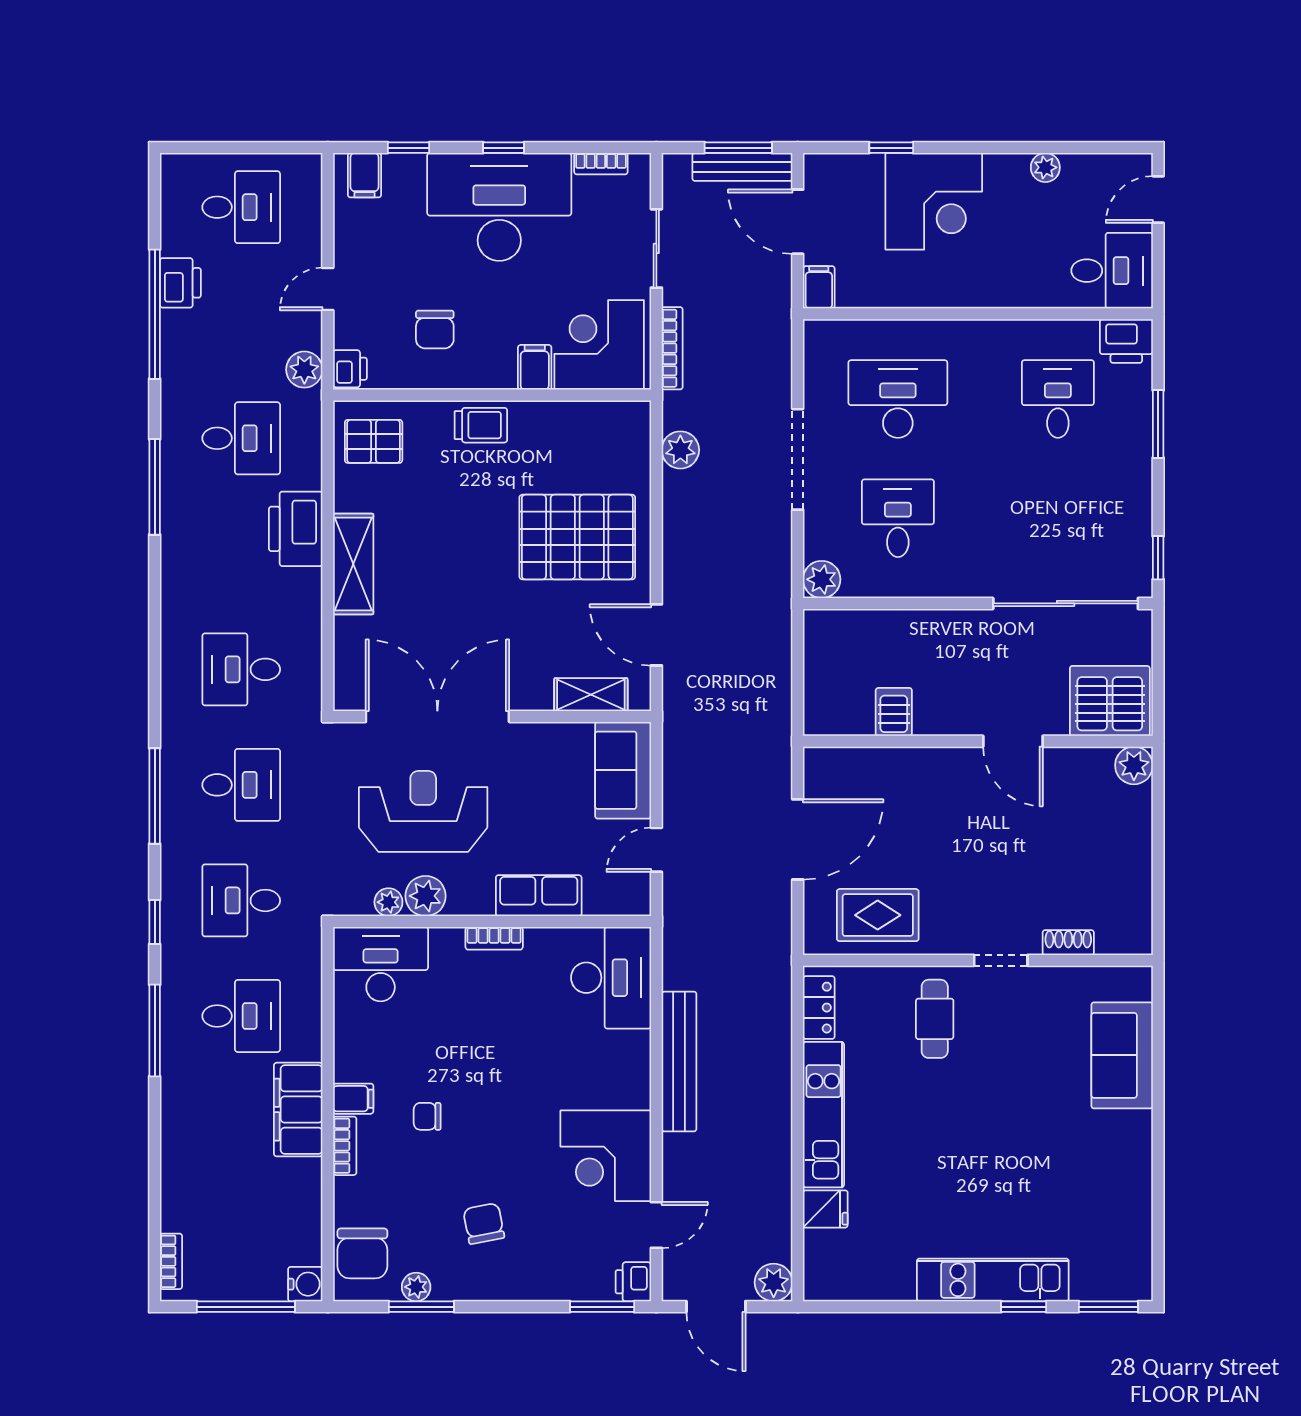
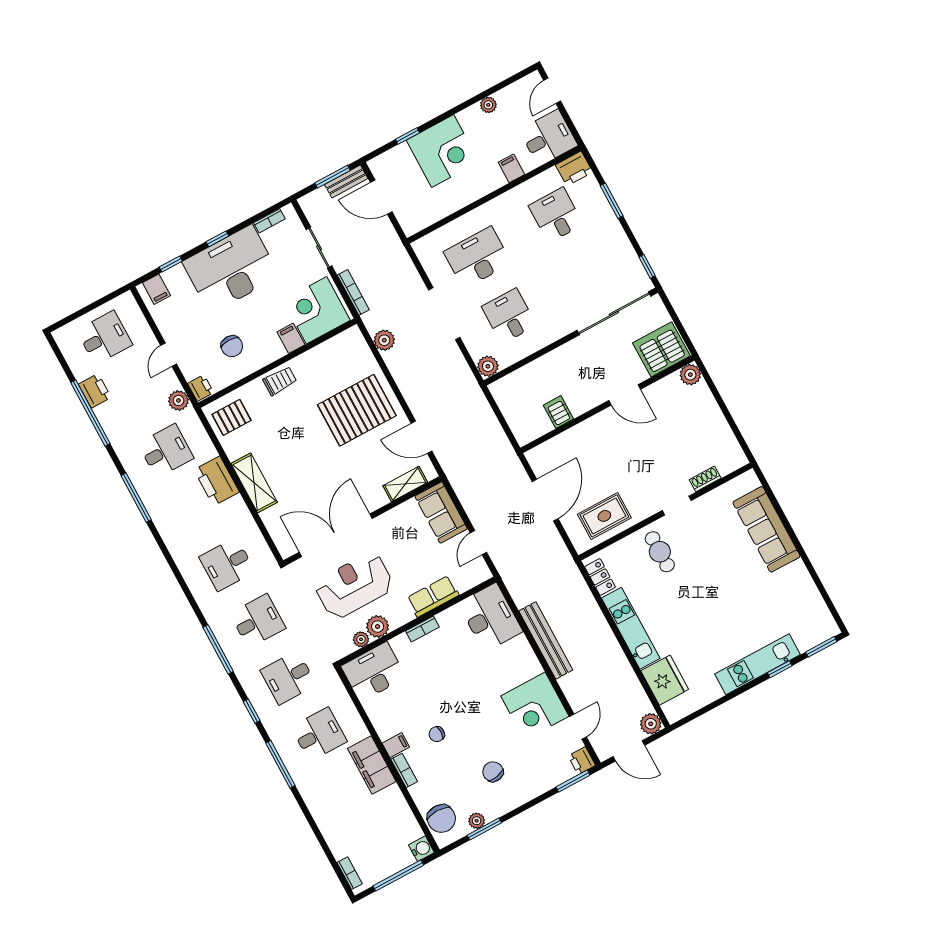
bench: (742, 167) -> (346, 181), width x0.73
filing cabinet: (819, 287) -> (511, 168), moved
sofa: (1122, 1055) -> (766, 529), width x1.36
fridge: (825, 1209) -> (665, 680), width x1.88, depth x1.34

